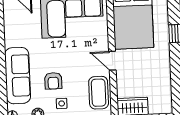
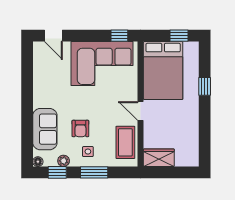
sofa: (18, 76) -> (45, 129), width x0.73

